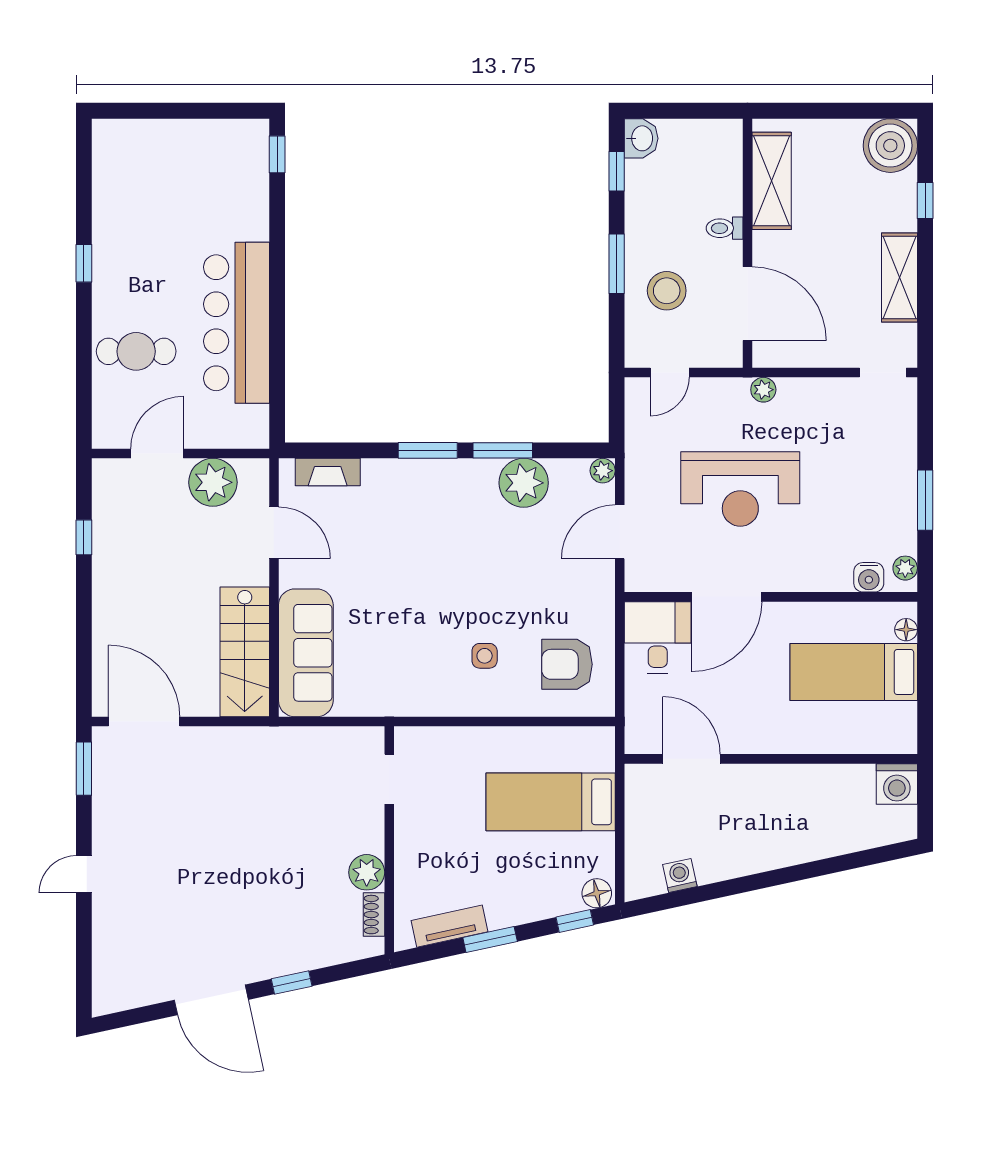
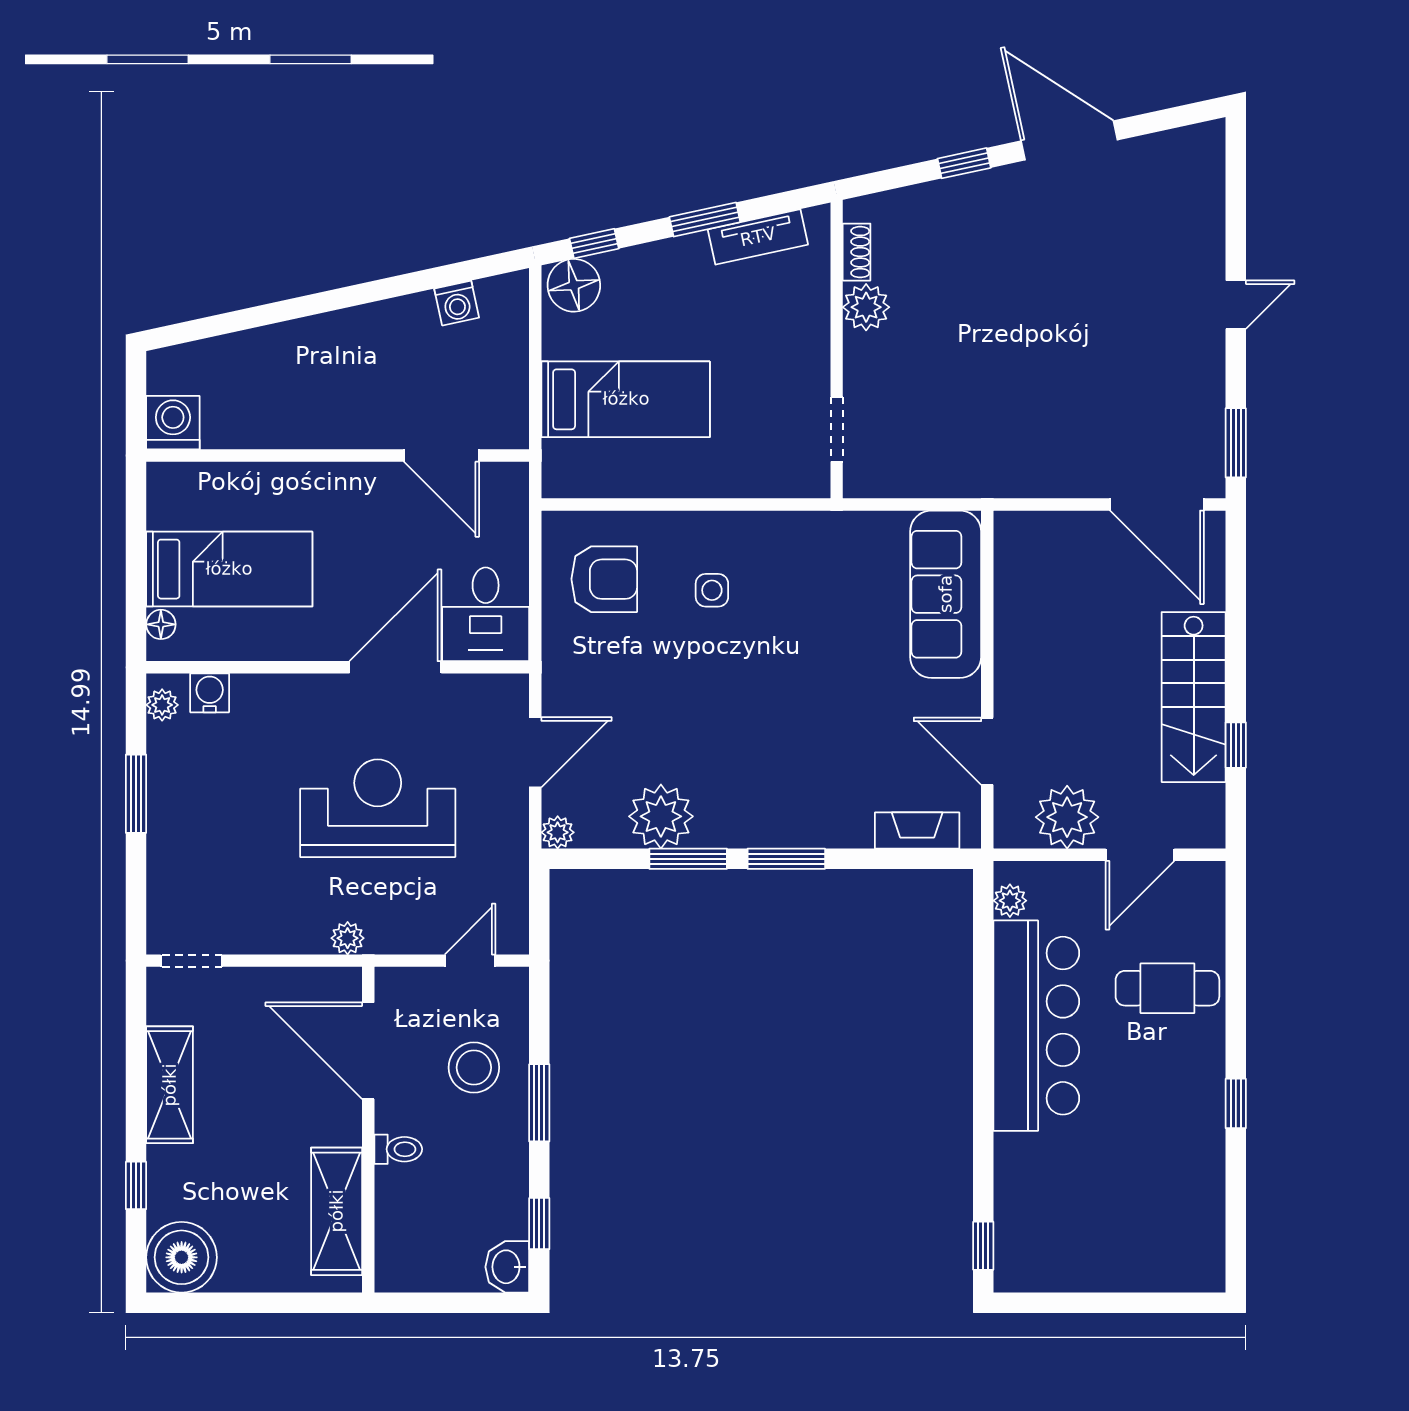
plant: (257, 418) -> (1010, 901), added
stairs: (245, 652) -> (1194, 697), moved, turned 180
floor lamp: (597, 893) -> (574, 285), width x1.38, depth x1.38

